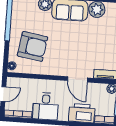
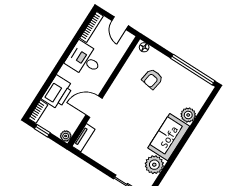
armchair: (32, 46) -> (152, 79), width x0.53, depth x0.53

